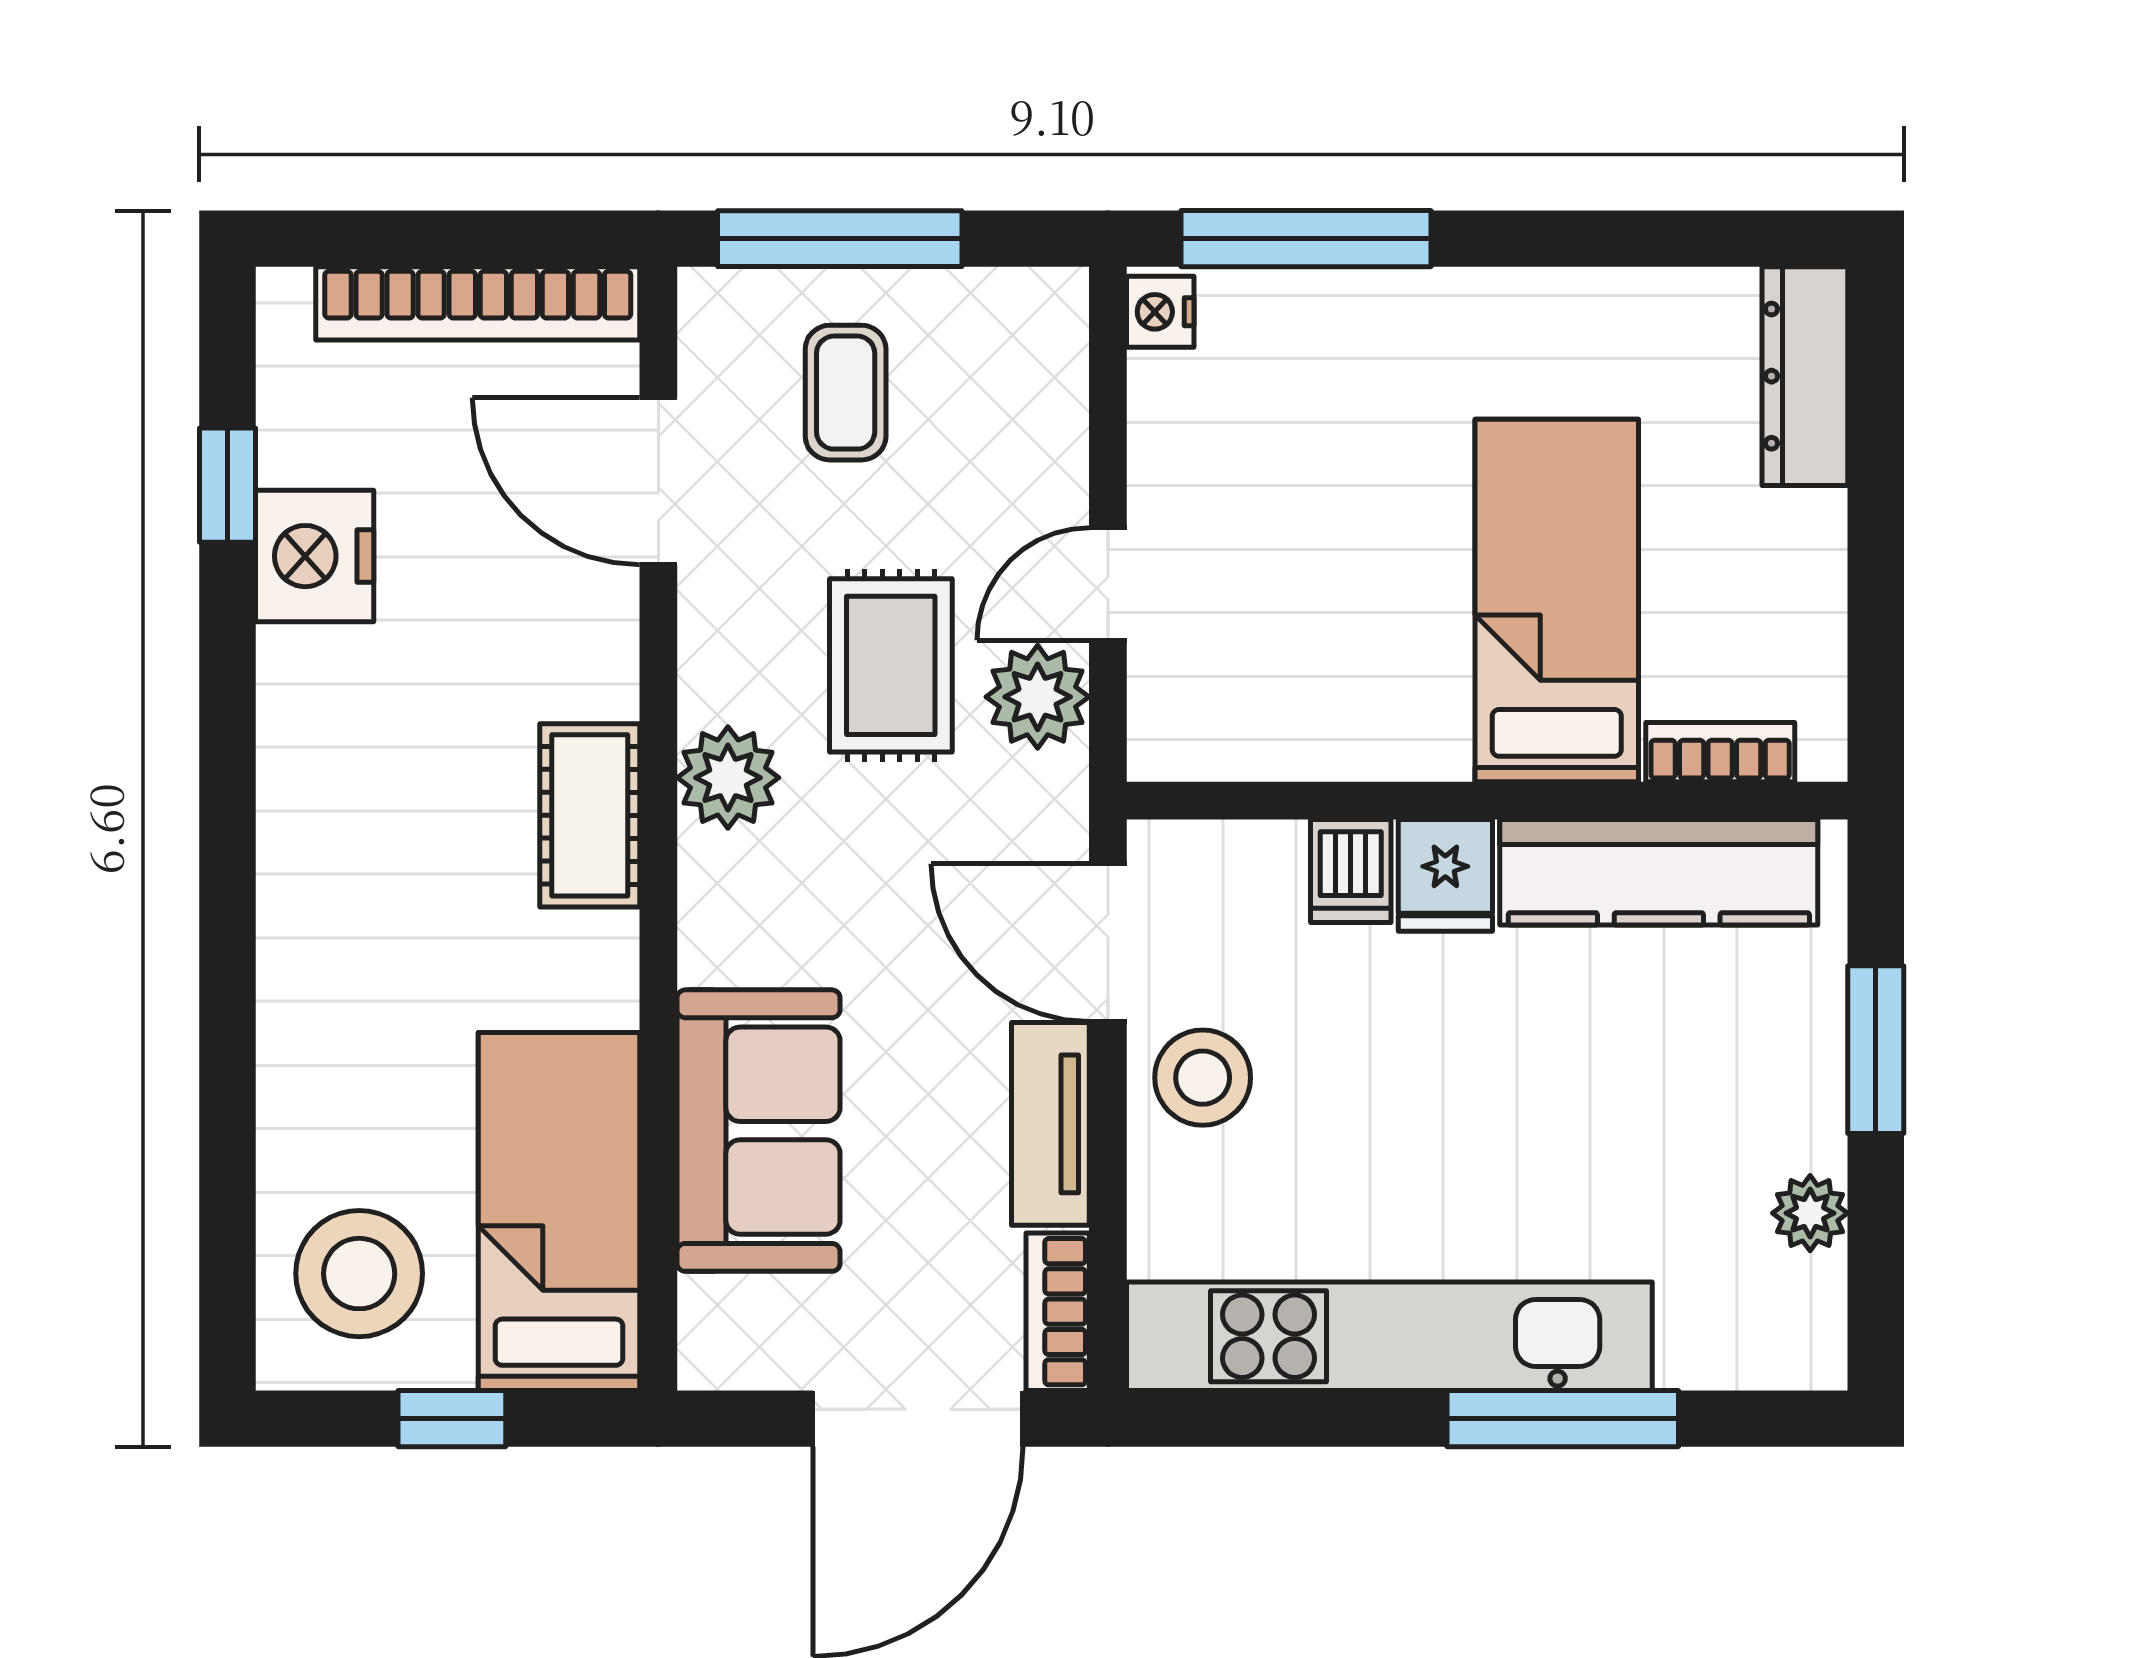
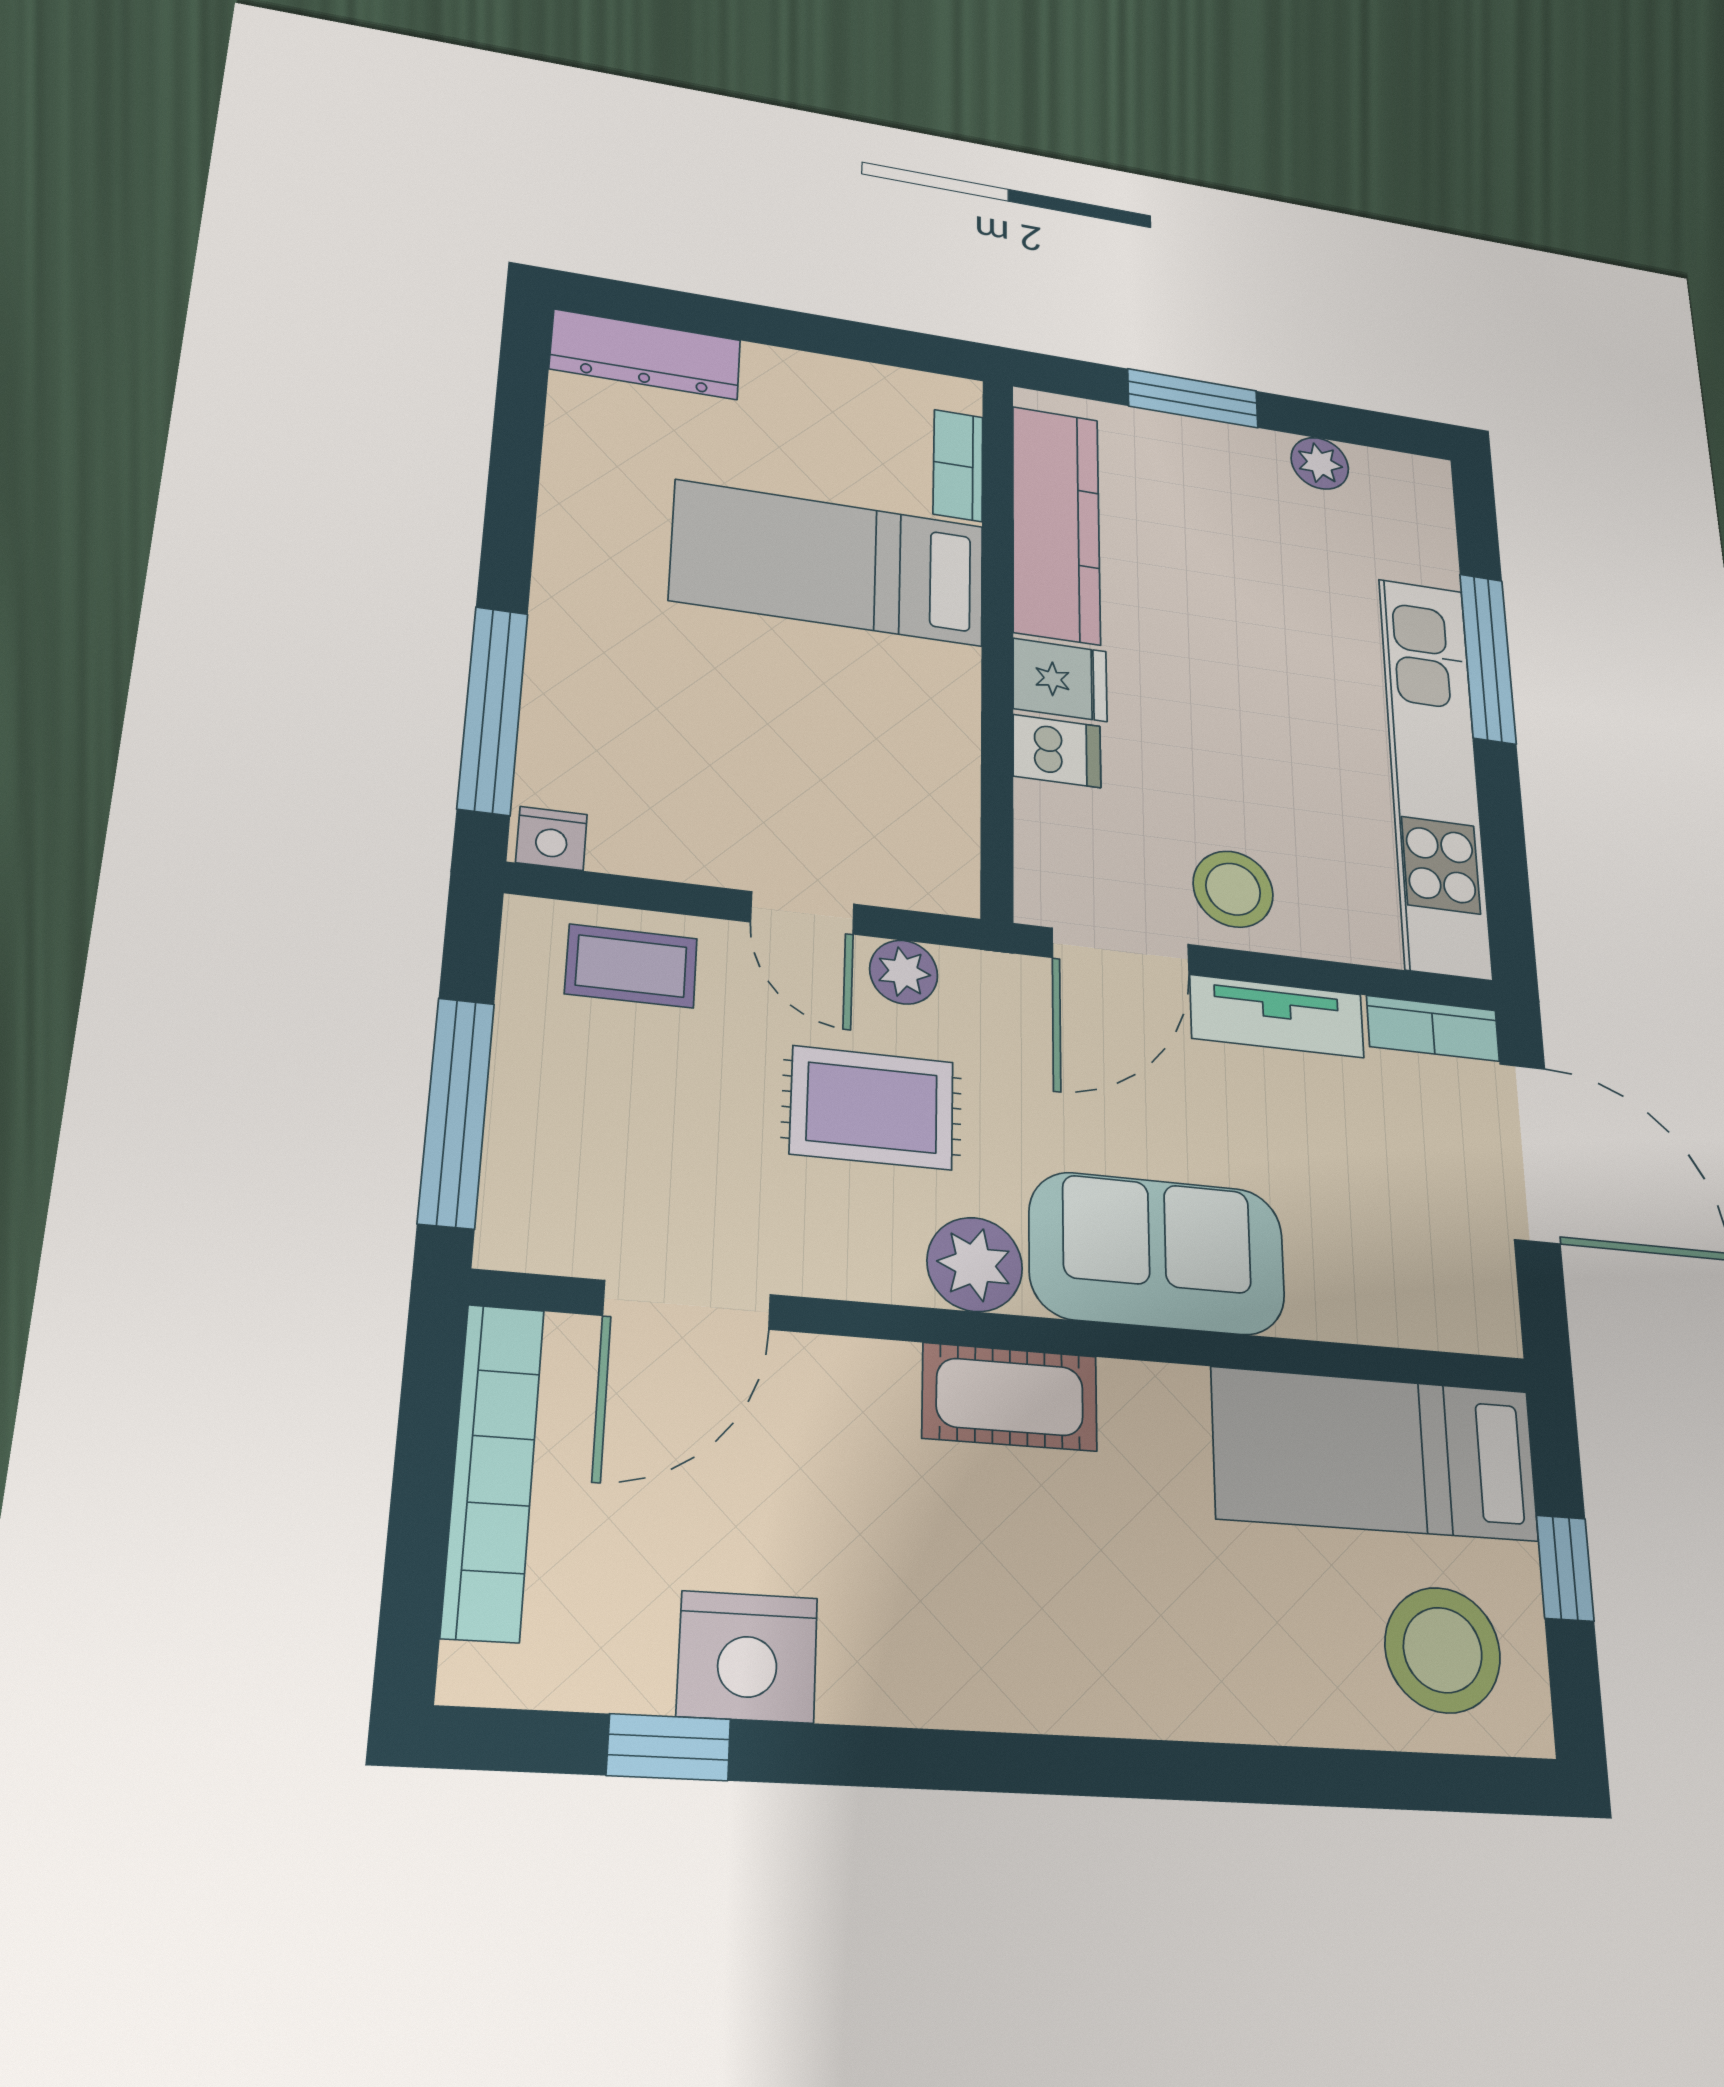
coffee table: (846, 393) -> (631, 966), moved
plant: (1038, 697) -> (904, 972), width x0.73, depth x0.73
sofa: (759, 1131) -> (1157, 1253), moved

